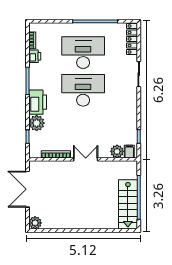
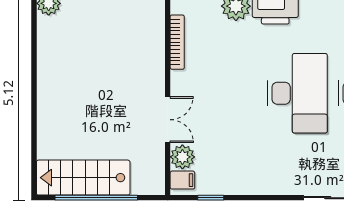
double door: (86, 159) -> (168, 120), moved

